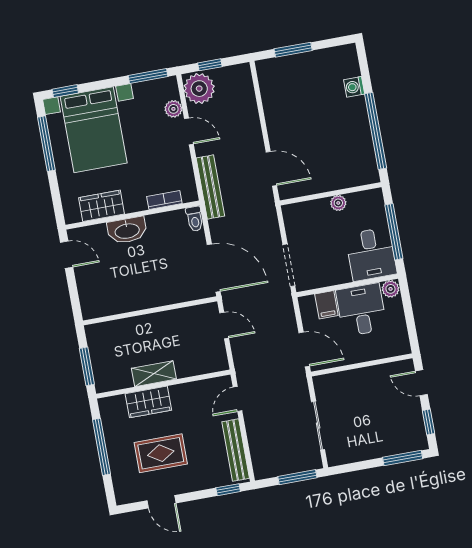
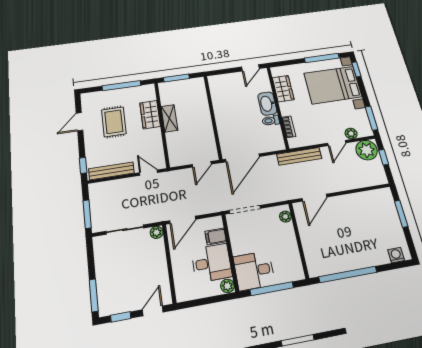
washing machine: (354, 87) -> (396, 255), moved
plant: (338, 203) -> (285, 217), moved
toilet: (195, 219) -> (271, 121), moved
plant: (321, 383) -> (157, 232), added

